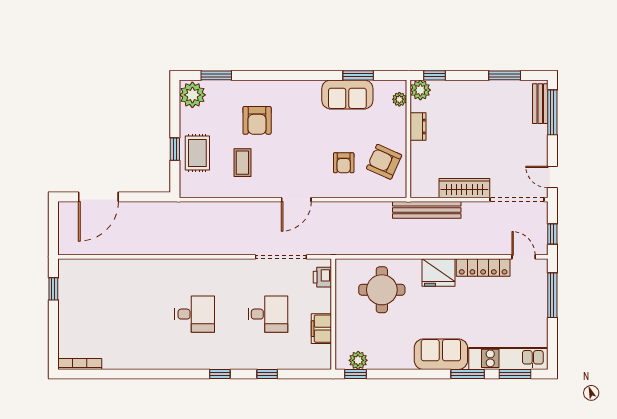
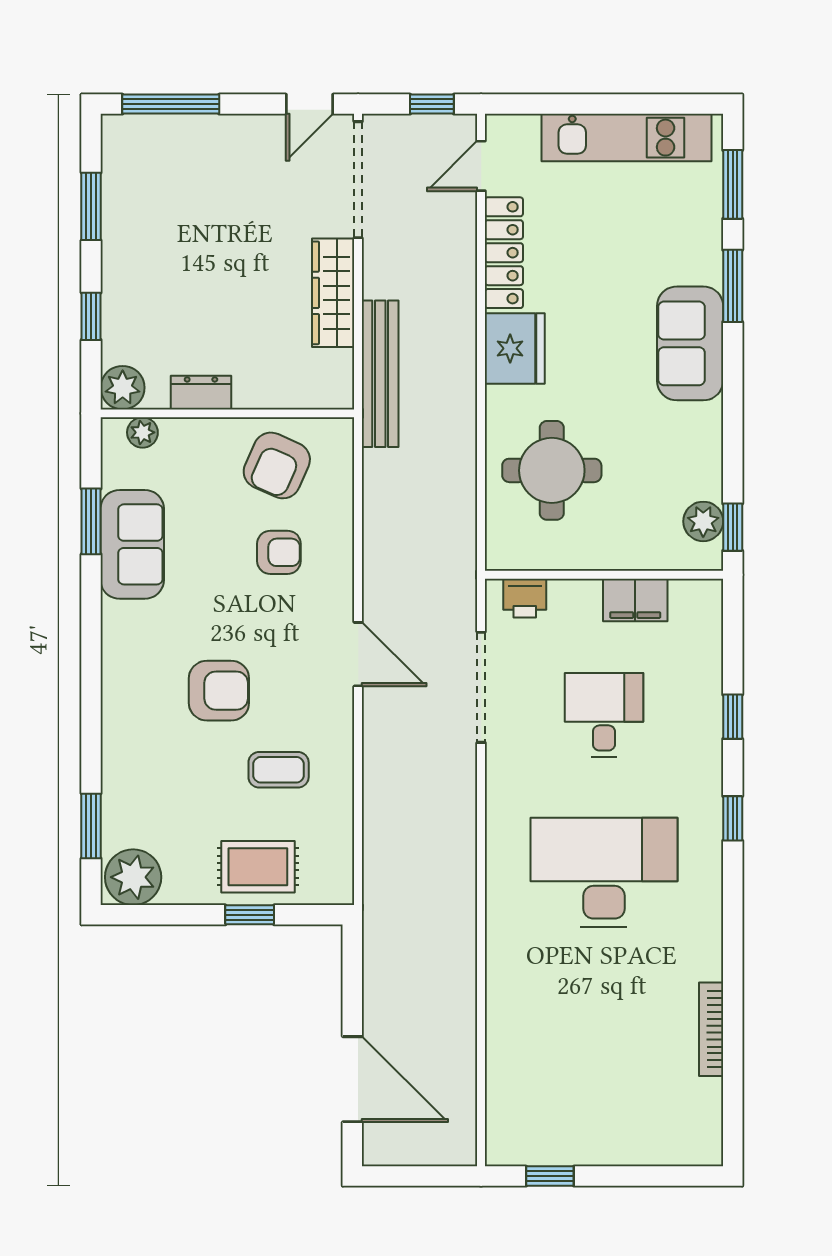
window: (434, 75) -> (91, 316), moved
bench: (540, 104) -> (152, 130), removed
armchair: (257, 120) -> (219, 691), moved
window: (552, 295) -> (563, 104), removed
desk: (195, 314) -> (604, 873), width x1.87, depth x1.30
kitchen unit: (508, 358) -> (627, 138), moved, turned -90
bookcase: (80, 364) -> (711, 1029), moved

